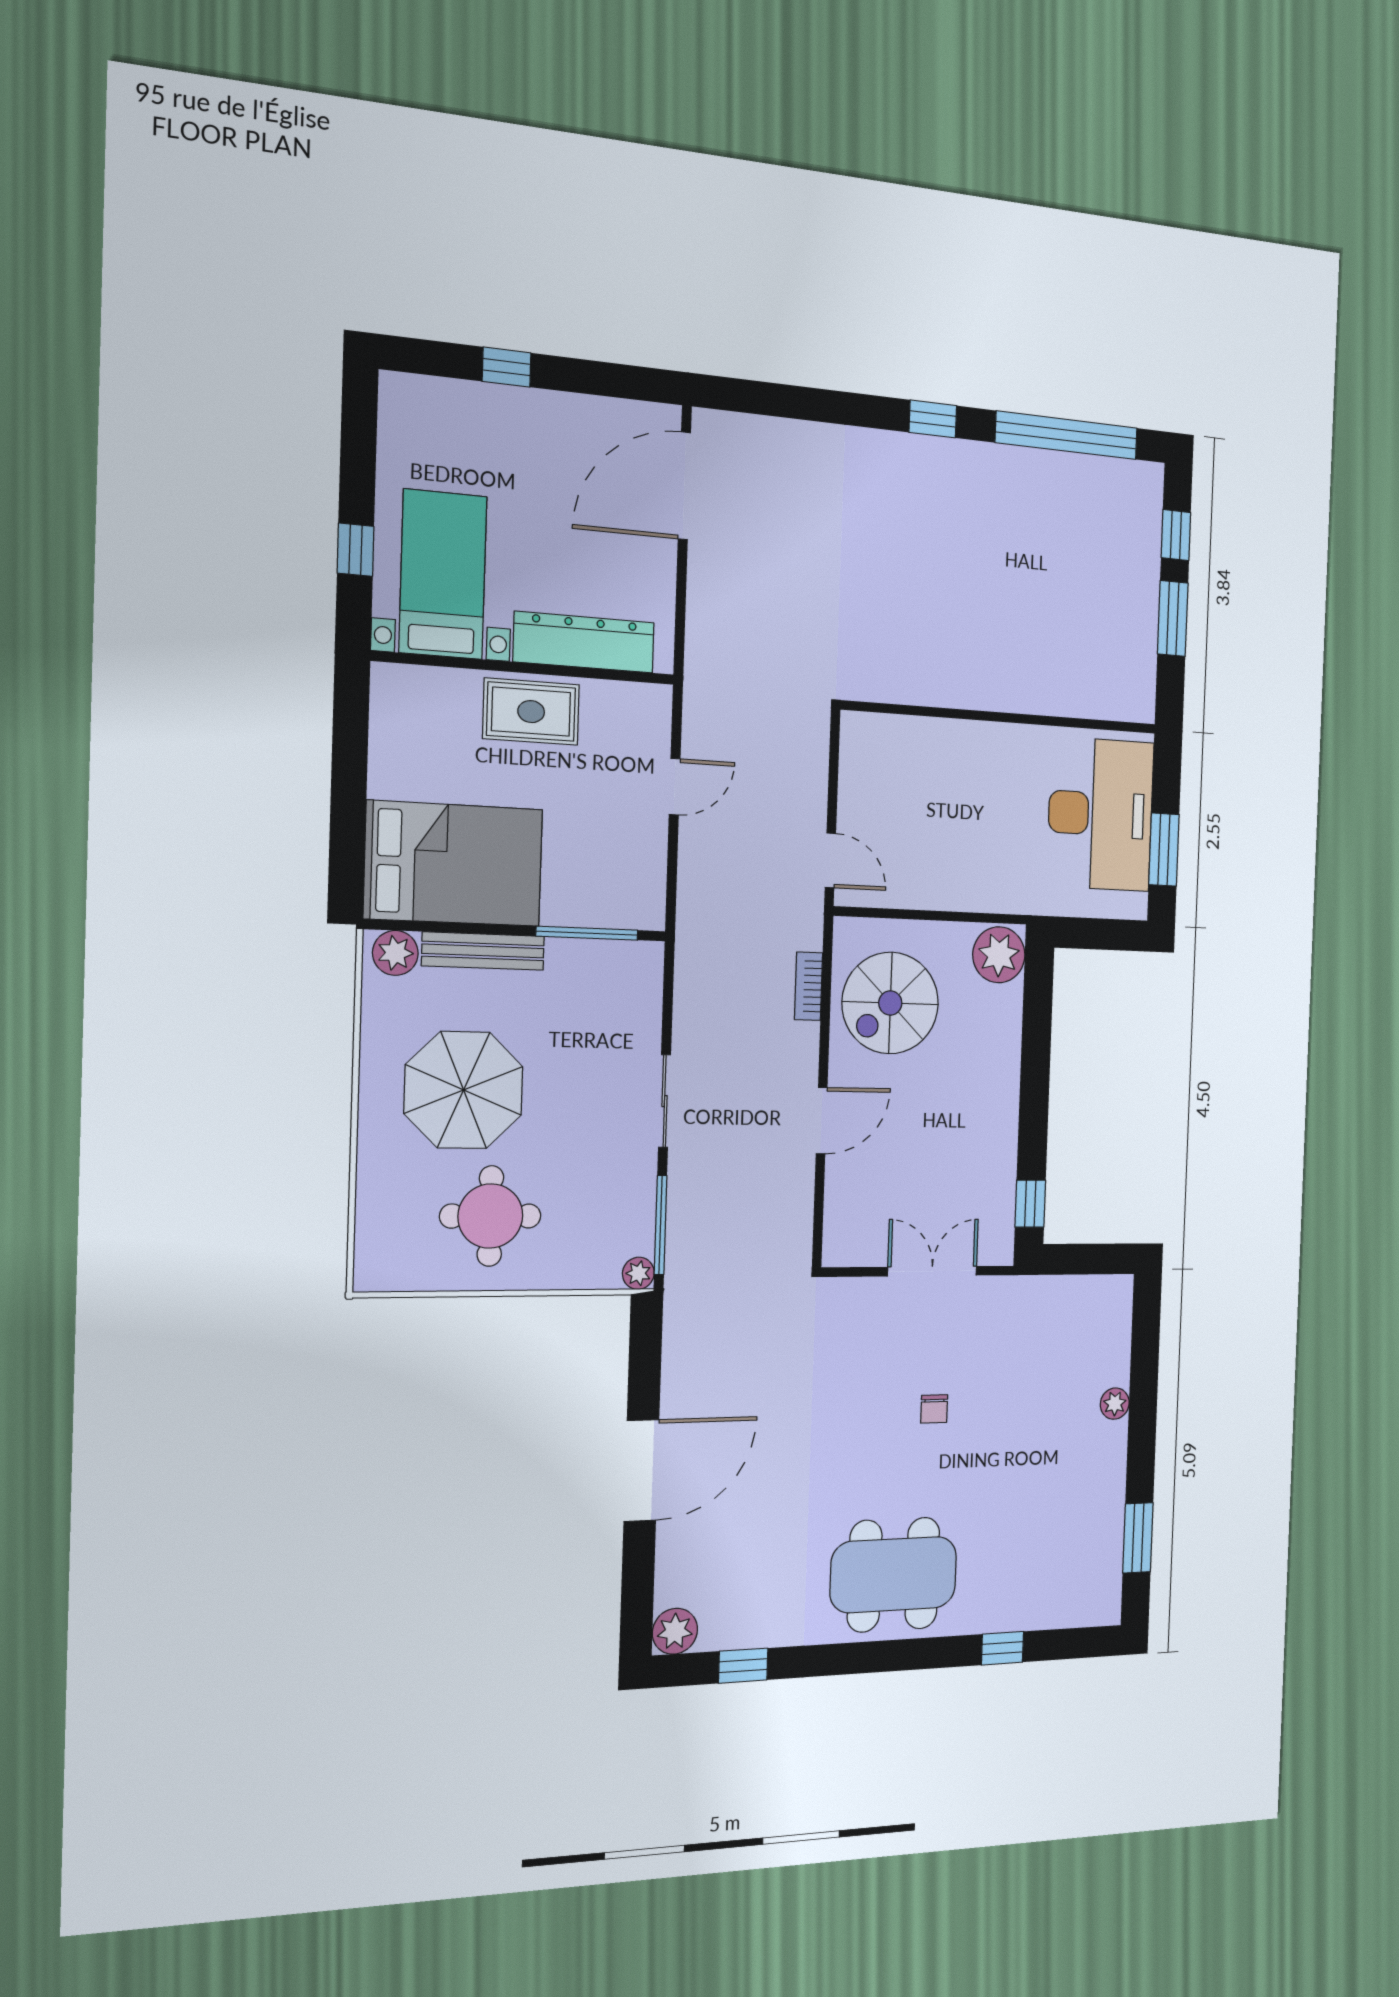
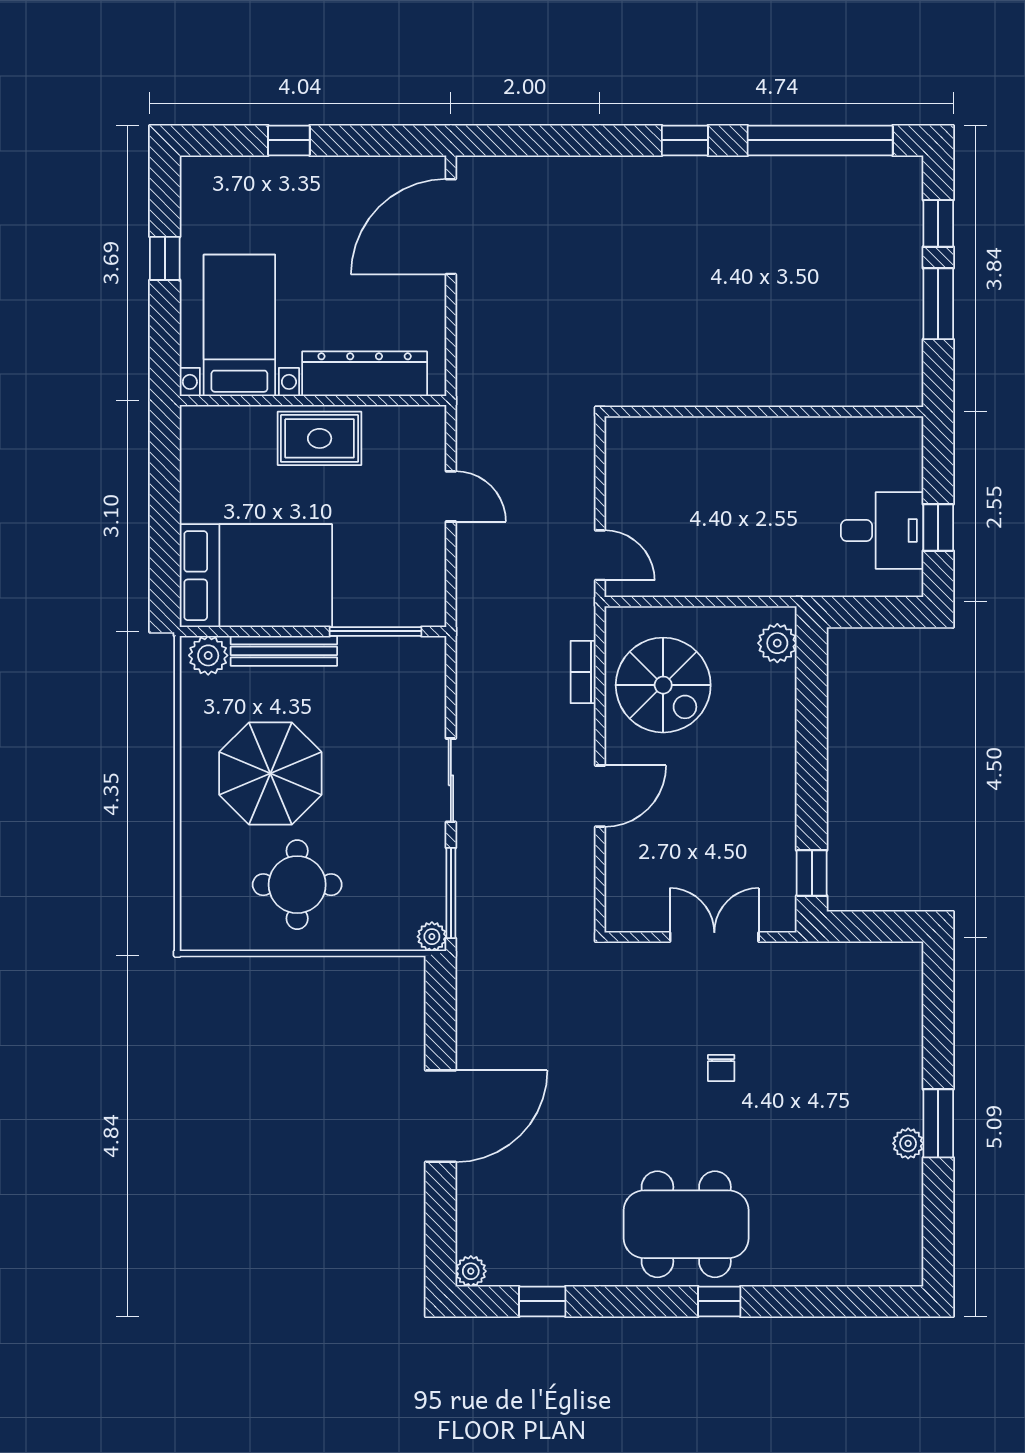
window: (356, 550) -> (165, 258), moved
door: (675, 787) -> (451, 496), hinge flipped
desk: (1100, 814) -> (882, 531), width x0.53, depth x0.77
window: (1164, 850) -> (938, 527), width x0.67
plant: (999, 955) -> (777, 643), width x0.73, depth x0.73
spiral stairs: (890, 1003) -> (663, 685), turned -90
plant: (1115, 1404) -> (908, 1143), moved
window: (1138, 1538) -> (938, 1123), moved
plant: (675, 1631) -> (471, 1271), width x0.73, depth x0.73
window: (1002, 1648) -> (719, 1301), moved

